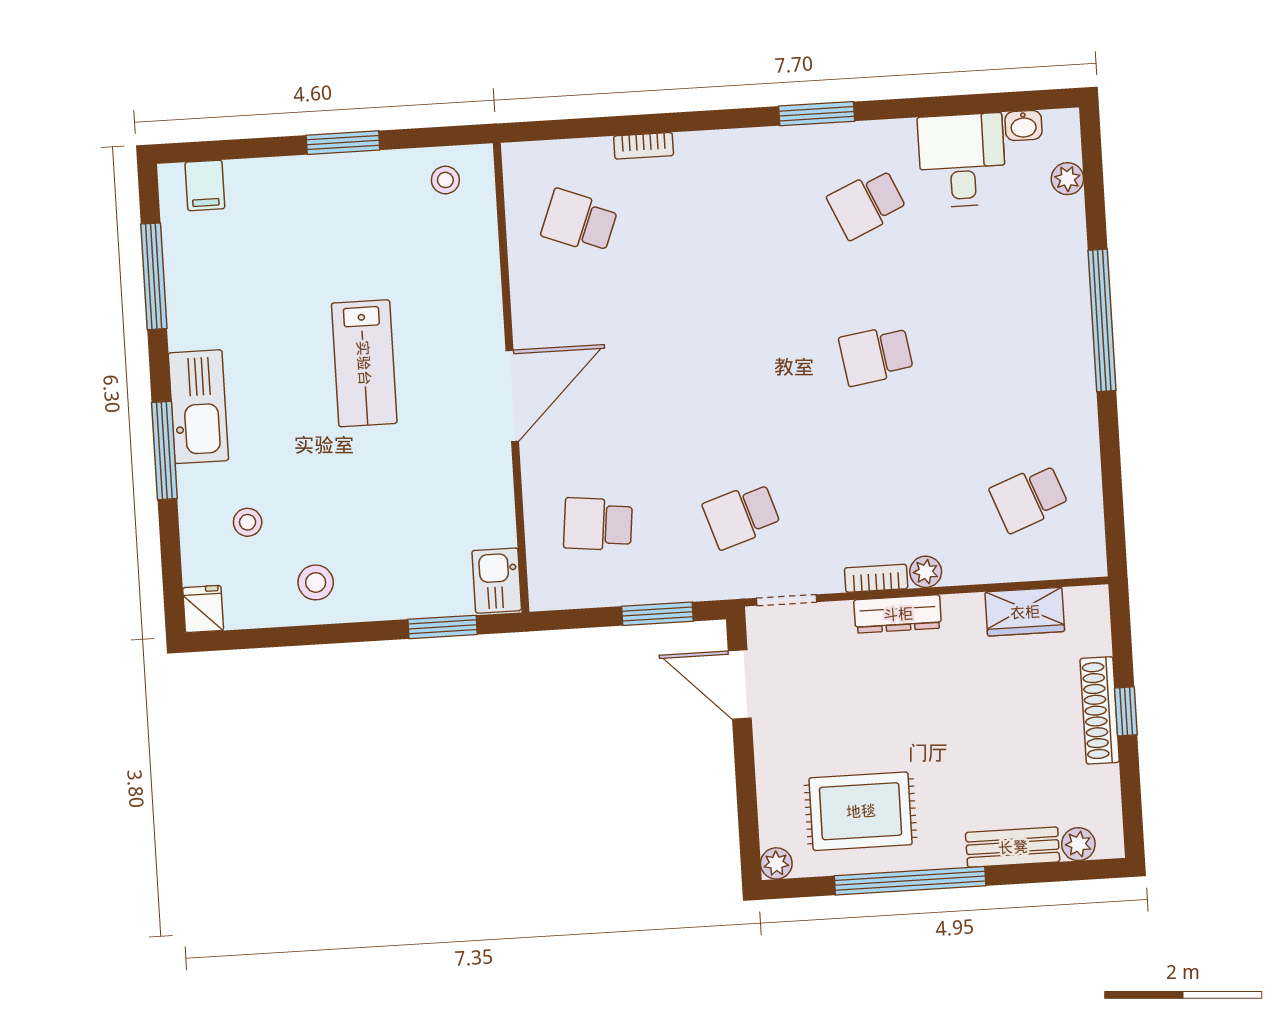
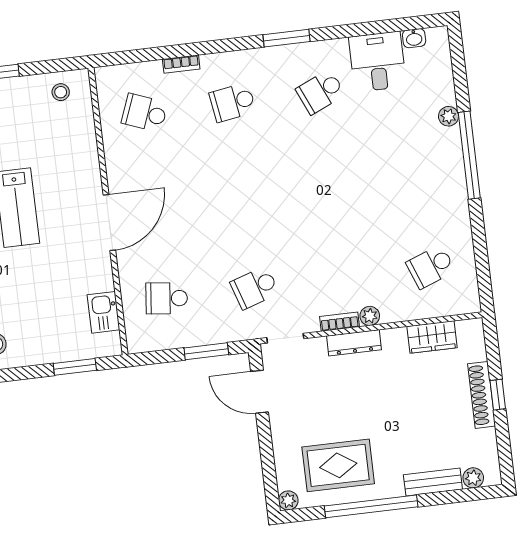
plant: (1067, 179) -> (449, 116), moved
school desk: (876, 355) -> (233, 102), moved
kitchen sink: (497, 581) -> (104, 312), moved

